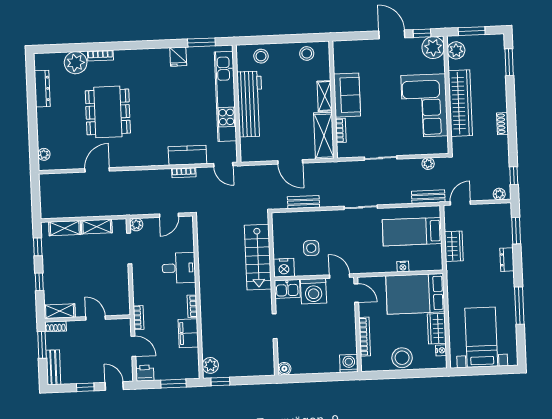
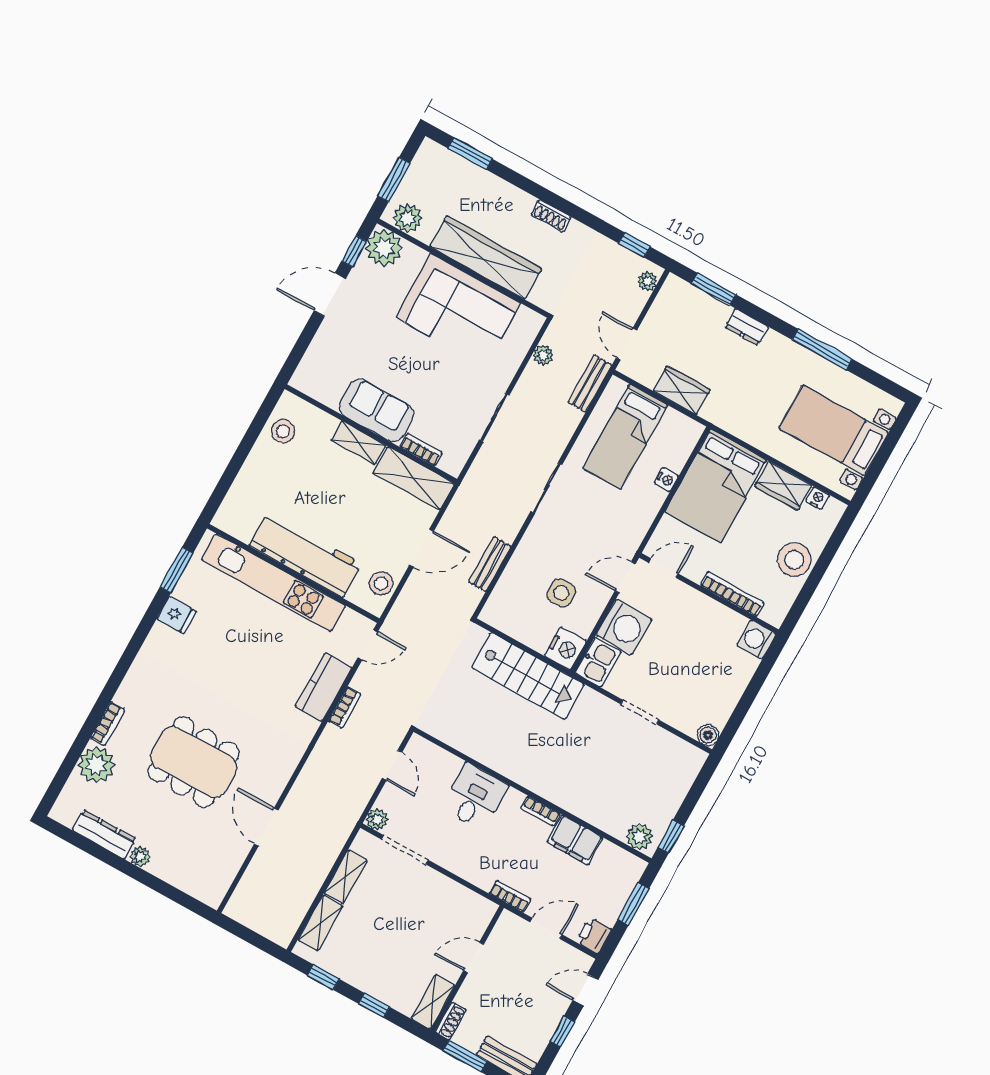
stool: (261, 56) -> (381, 584), moved
plant: (44, 154) -> (140, 857), moved

